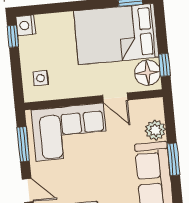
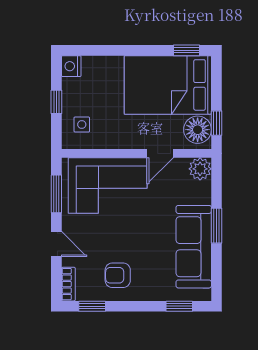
window: (13, 36) -> (56, 102), moved
door: (115, 98) -> (160, 153), hinge flipped
plant: (155, 130) -> (200, 169), moved

